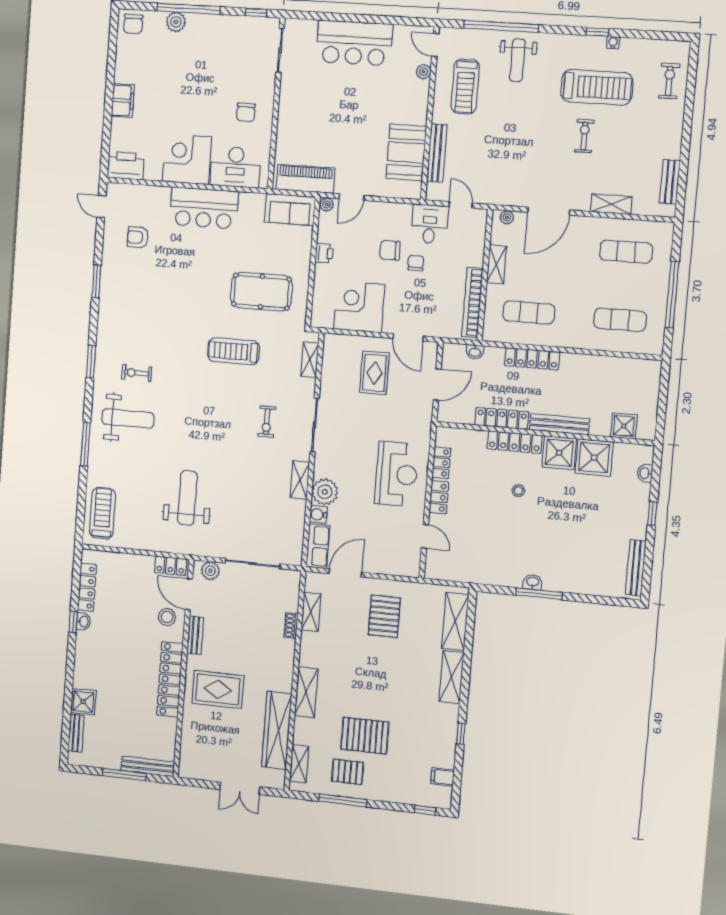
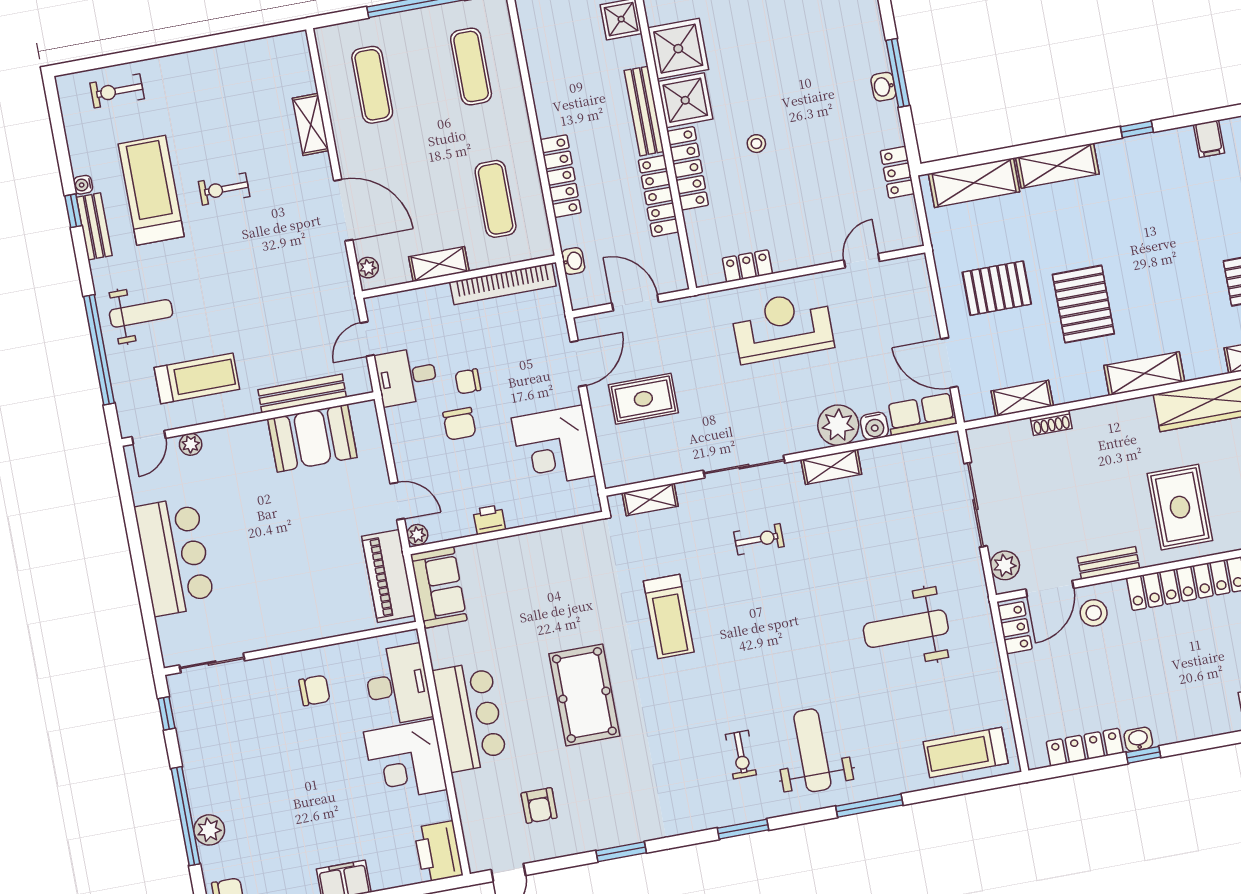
bench: (670, 182) -> (94, 226), moved, turned 90
pool table: (261, 292) -> (584, 695), moved
locker: (439, 497) -> (897, 172), moved, turned -90
pallet: (365, 736) -> (1083, 304), moved

